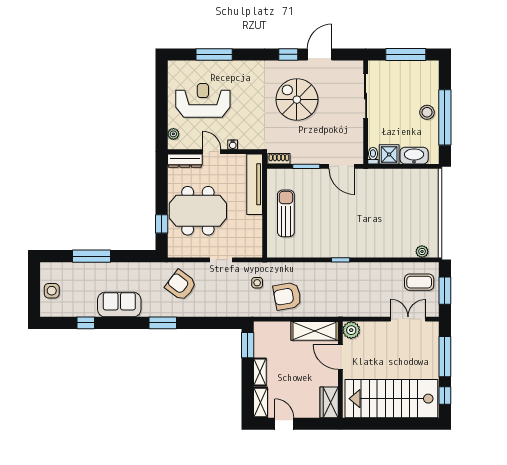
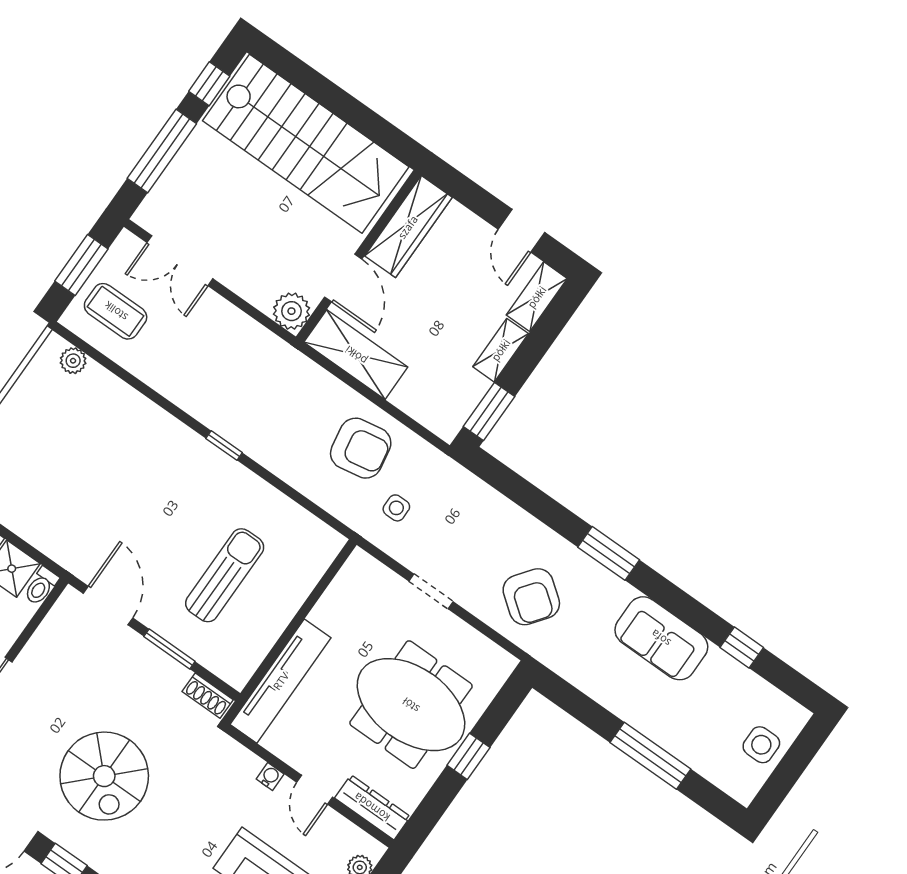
sun lounger: (286, 213) -> (225, 575), moved, turned 180
window: (162, 224) -> (468, 756), moved
wardrobe: (329, 402) -> (408, 227), width x1.50

